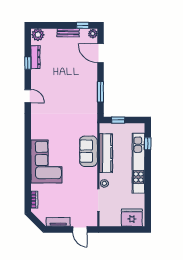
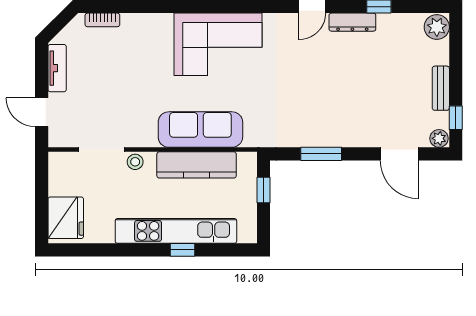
door: (100, 53) -> (399, 154), swing flipped
dresser: (35, 57) -> (352, 22), moved
window: (148, 144) -> (183, 250), moved
sofa: (88, 151) -> (200, 130), width x1.36
corner sofa: (46, 161) -> (218, 44), moved
door: (80, 229) -> (42, 112), hinge flipped

